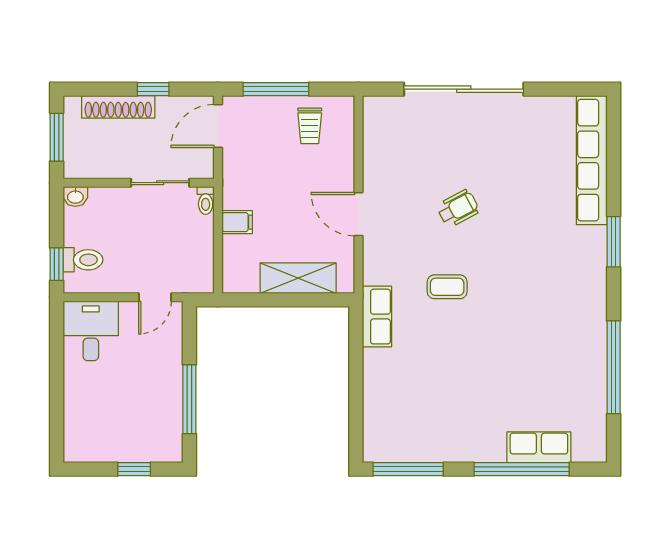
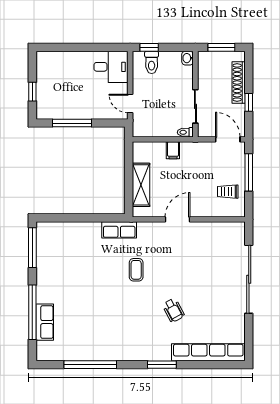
wheelchair: (458, 208) -> (173, 310), moved

